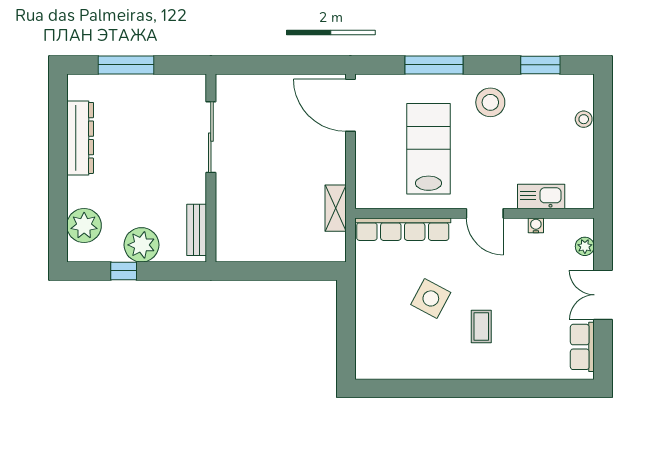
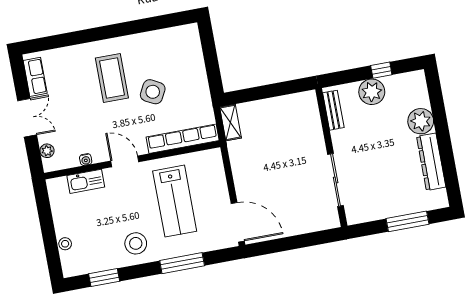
shelving: (336, 208) -> (231, 122), moved
plant: (84, 226) -> (421, 121), moved
coffee table: (481, 327) -> (112, 78), width x1.86, depth x1.72

